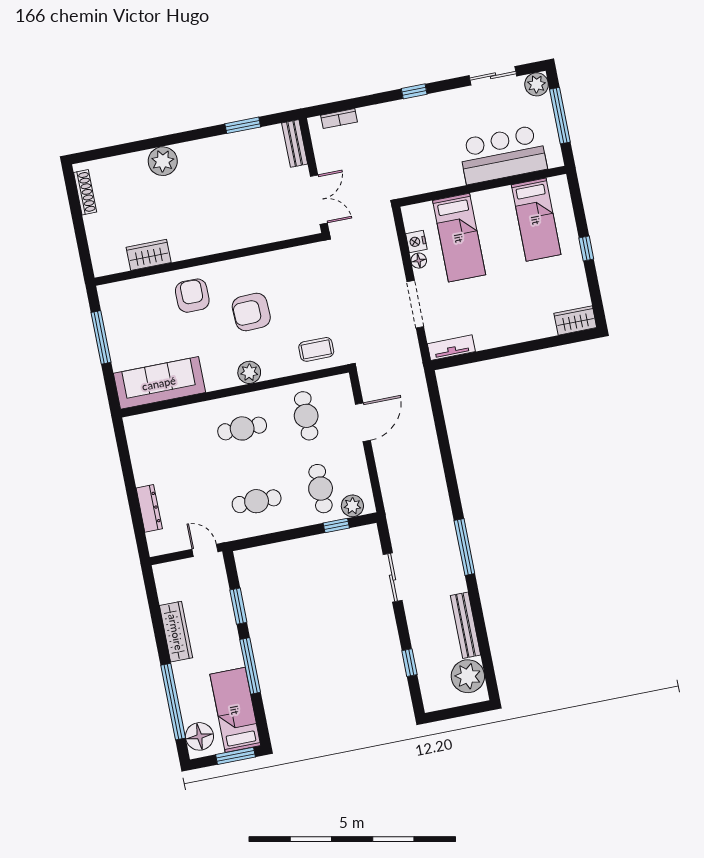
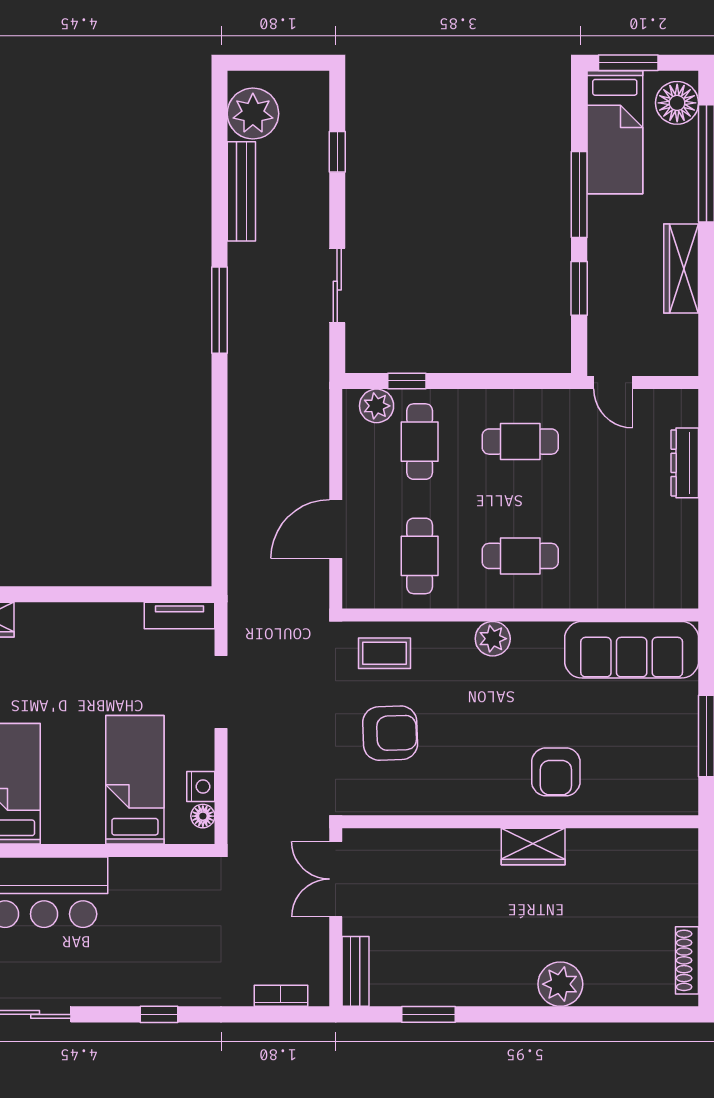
wardrobe: (149, 255) -> (533, 847), moved
floor lamp: (419, 261) -> (203, 816), moved
armchair: (251, 312) -> (390, 733), moved

